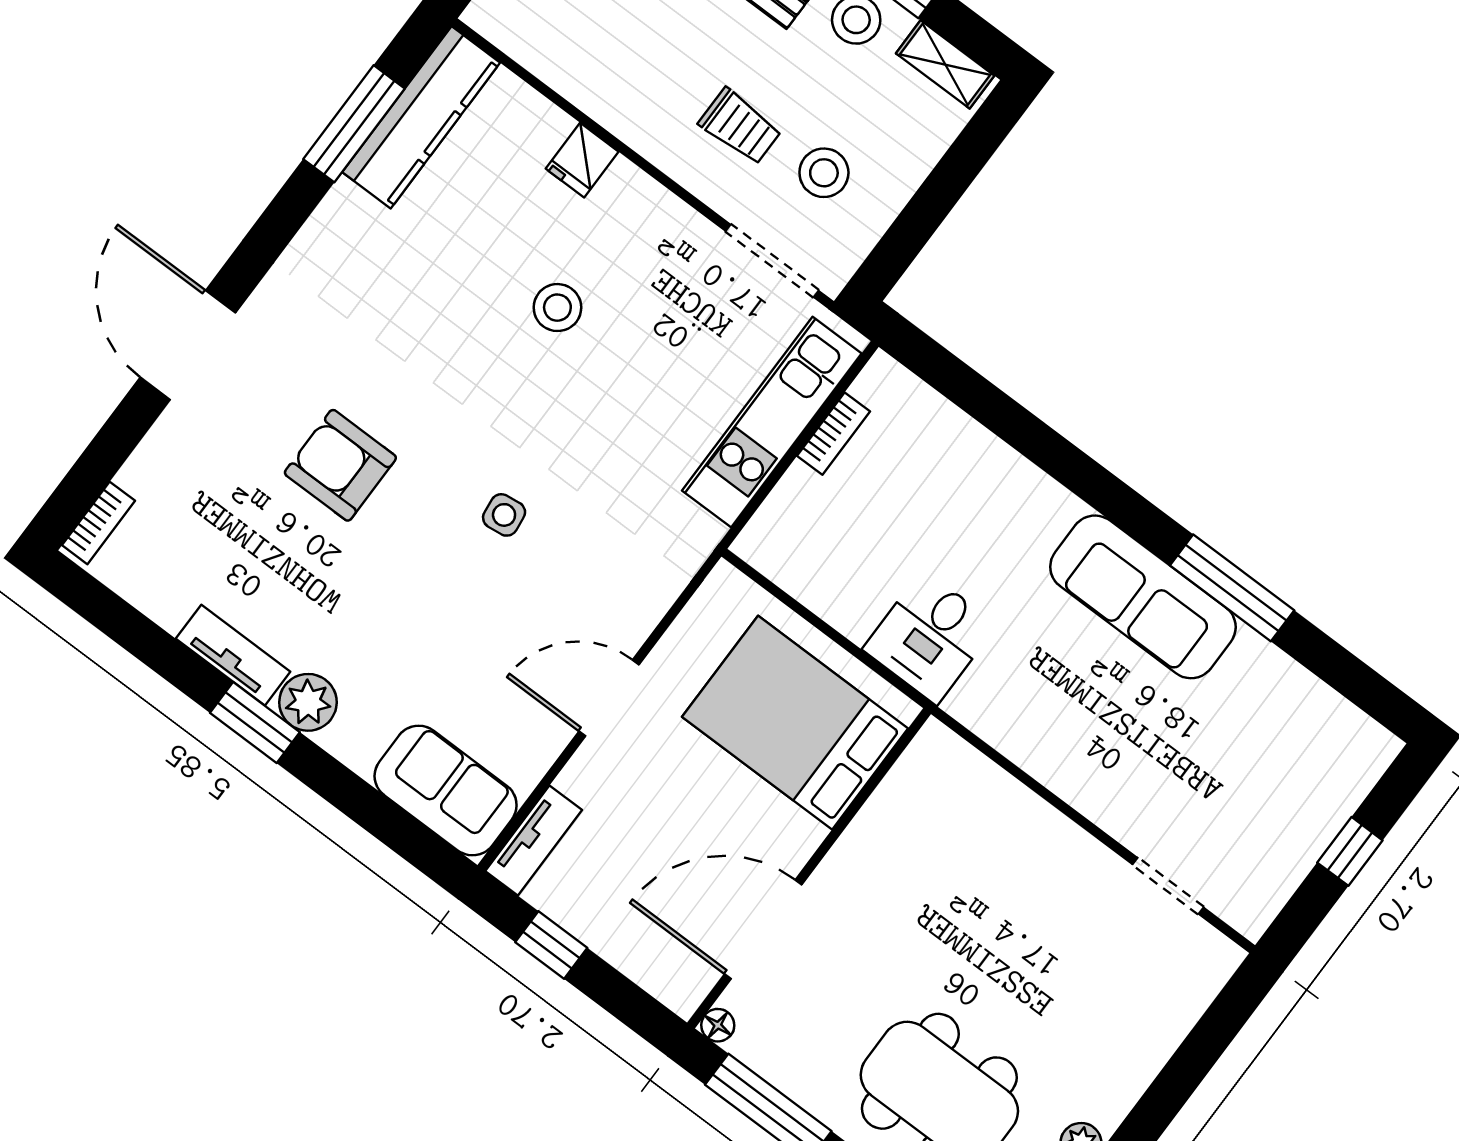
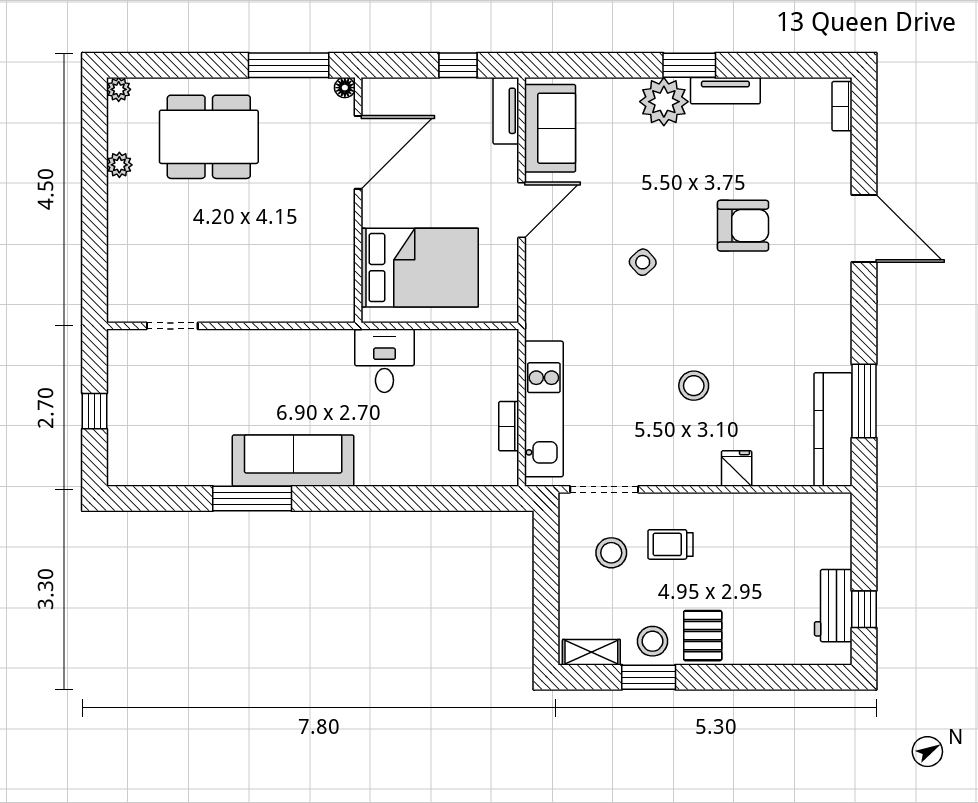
side table: (504, 515) -> (643, 262), turned -35
plant: (308, 702) -> (664, 102), width x1.36, depth x1.36
sofa: (446, 790) -> (550, 128), moved, turned -90

